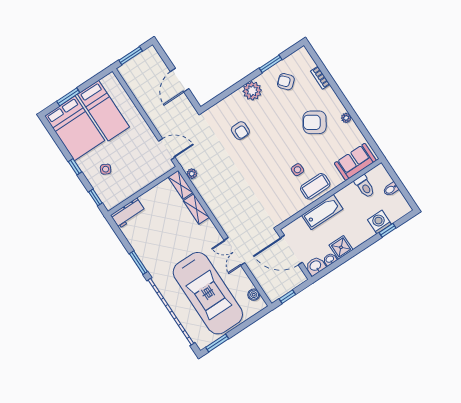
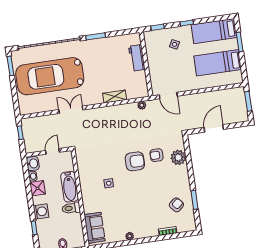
door: (180, 80) -> (214, 128), hinge flipped
plant: (252, 91) -> (178, 157), moved
armchair: (315, 122) -> (135, 161), moved, turned 57
bed: (75, 128) -> (214, 31), width x0.67
door: (167, 149) -> (168, 96), hinge flipped
shelving: (181, 185) -> (138, 93), removed
coffee table: (315, 186) -> (91, 190), removed
toilet: (365, 186) -> (71, 208), moved
workbench: (128, 213) -> (137, 58), moved
washing machine: (379, 222) -> (41, 211), moved
door: (291, 250) -> (52, 151), width x0.53
boiler: (254, 295) -> (33, 109), removed

